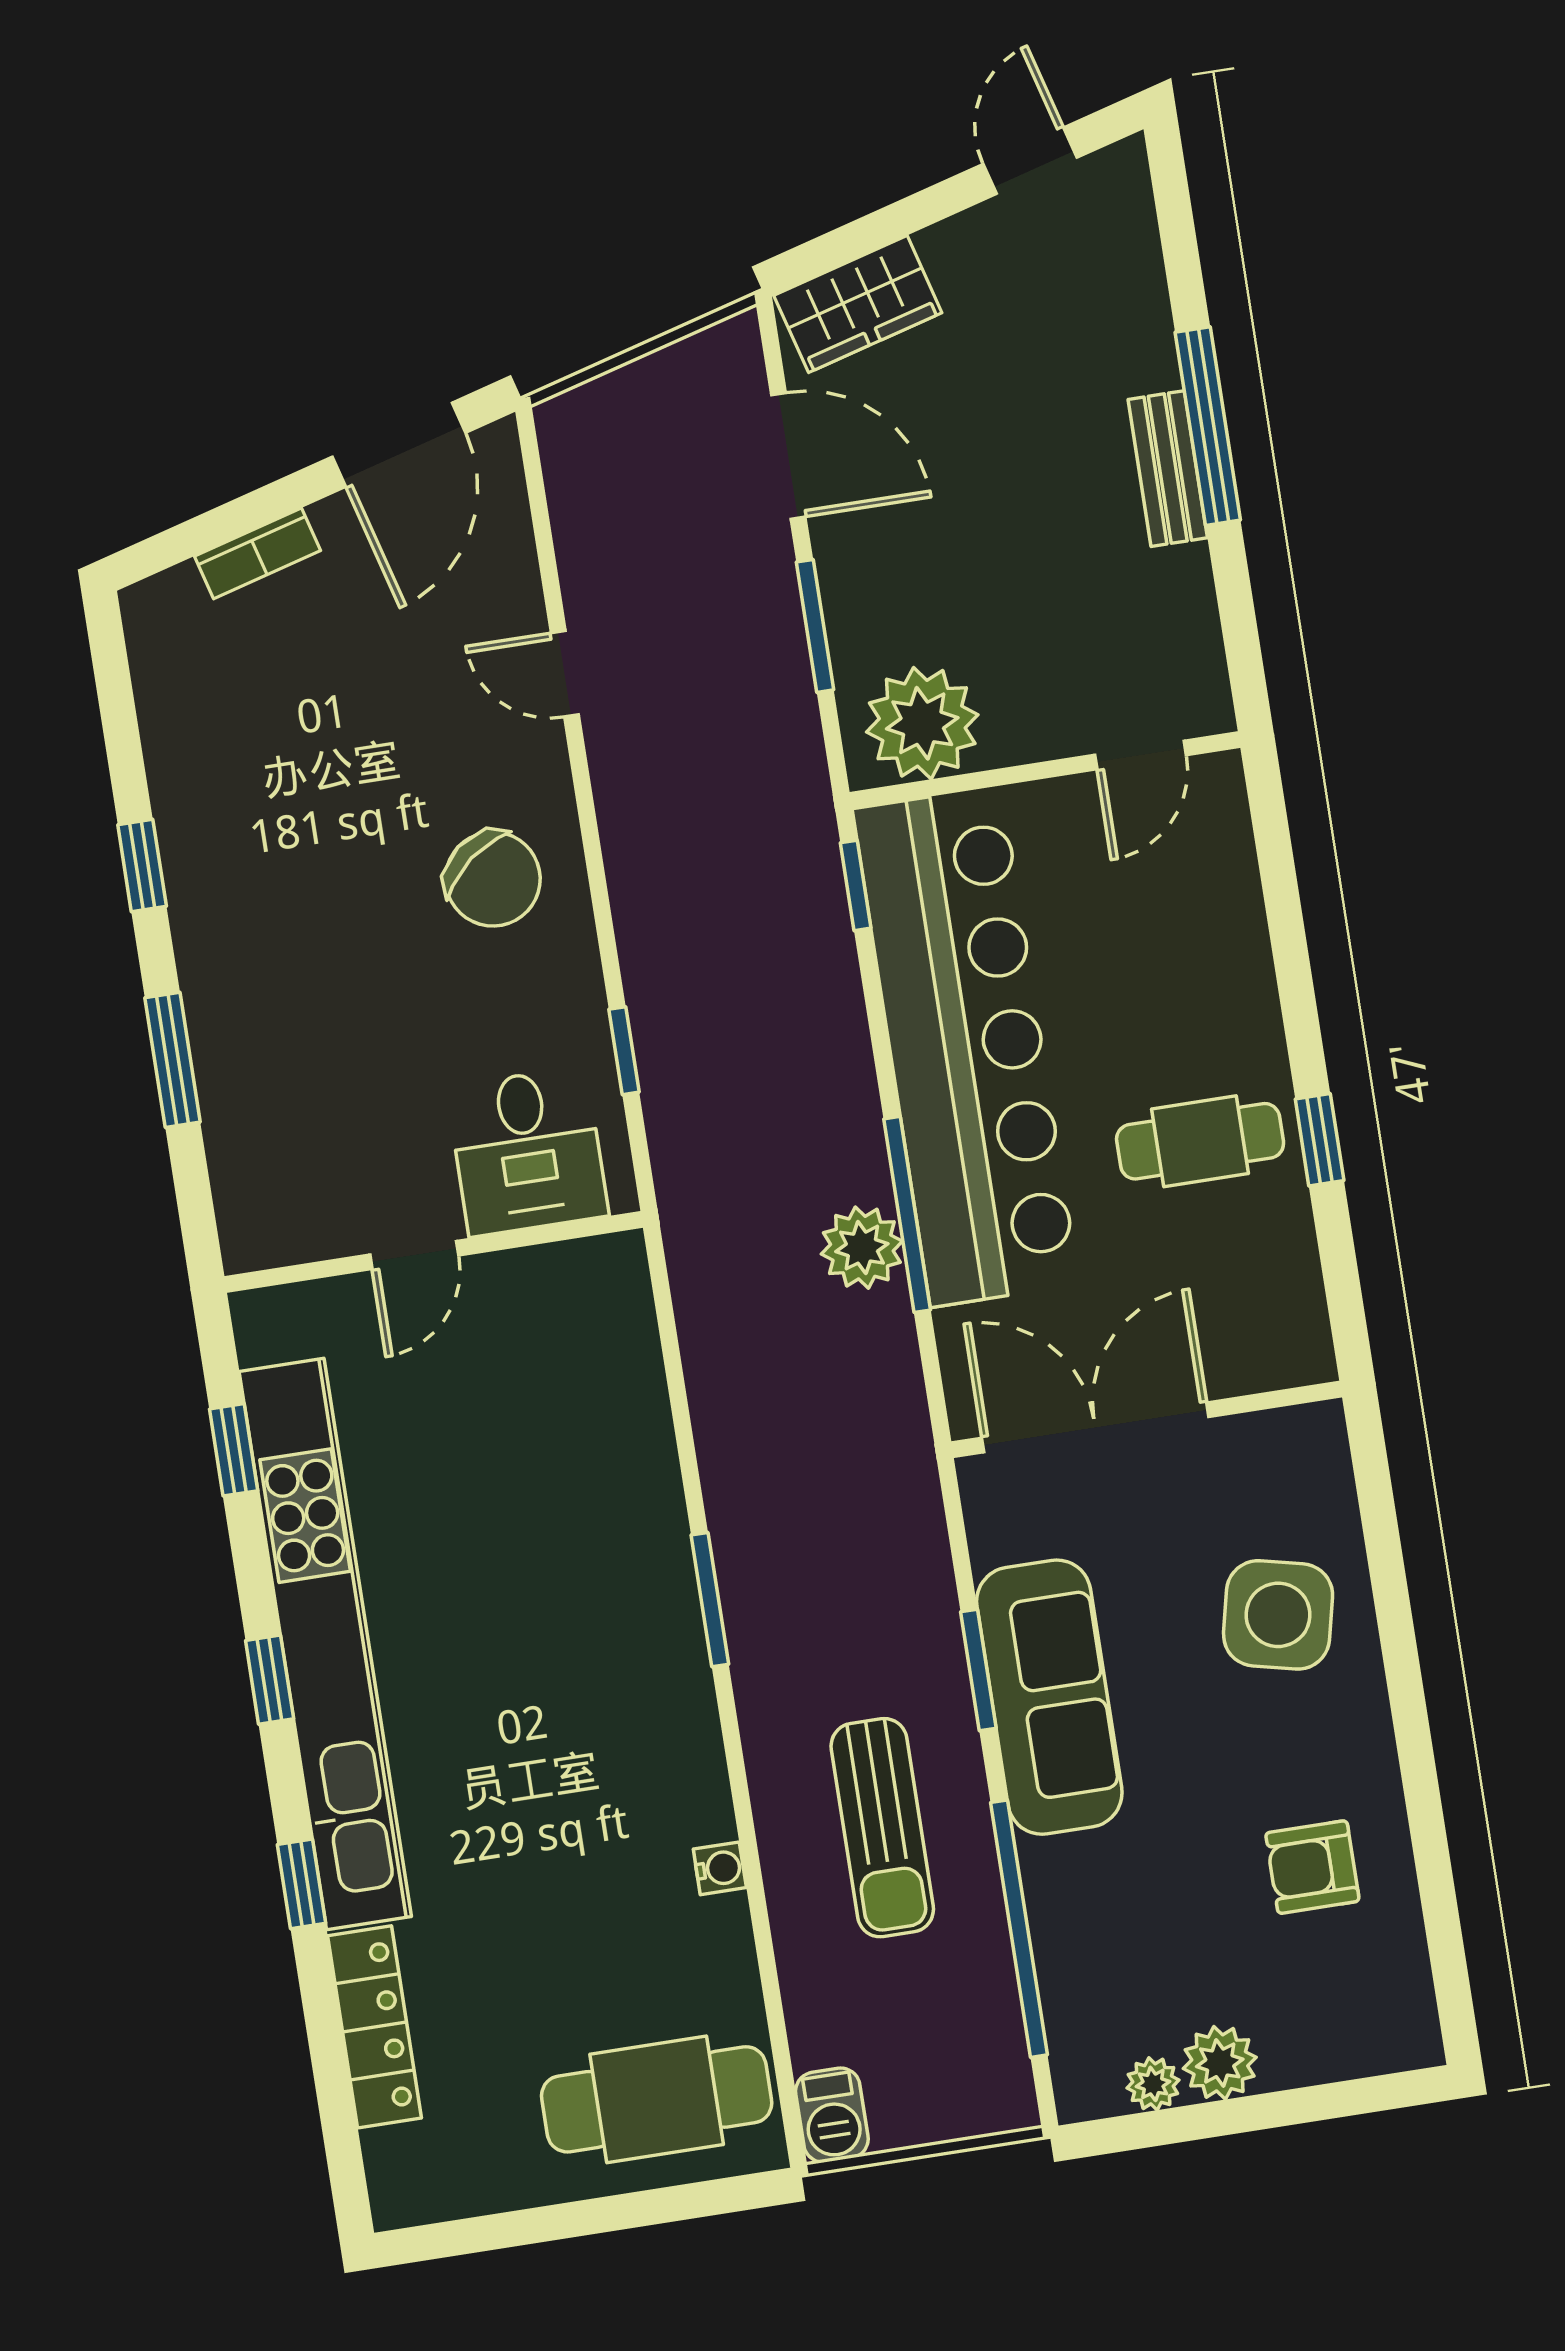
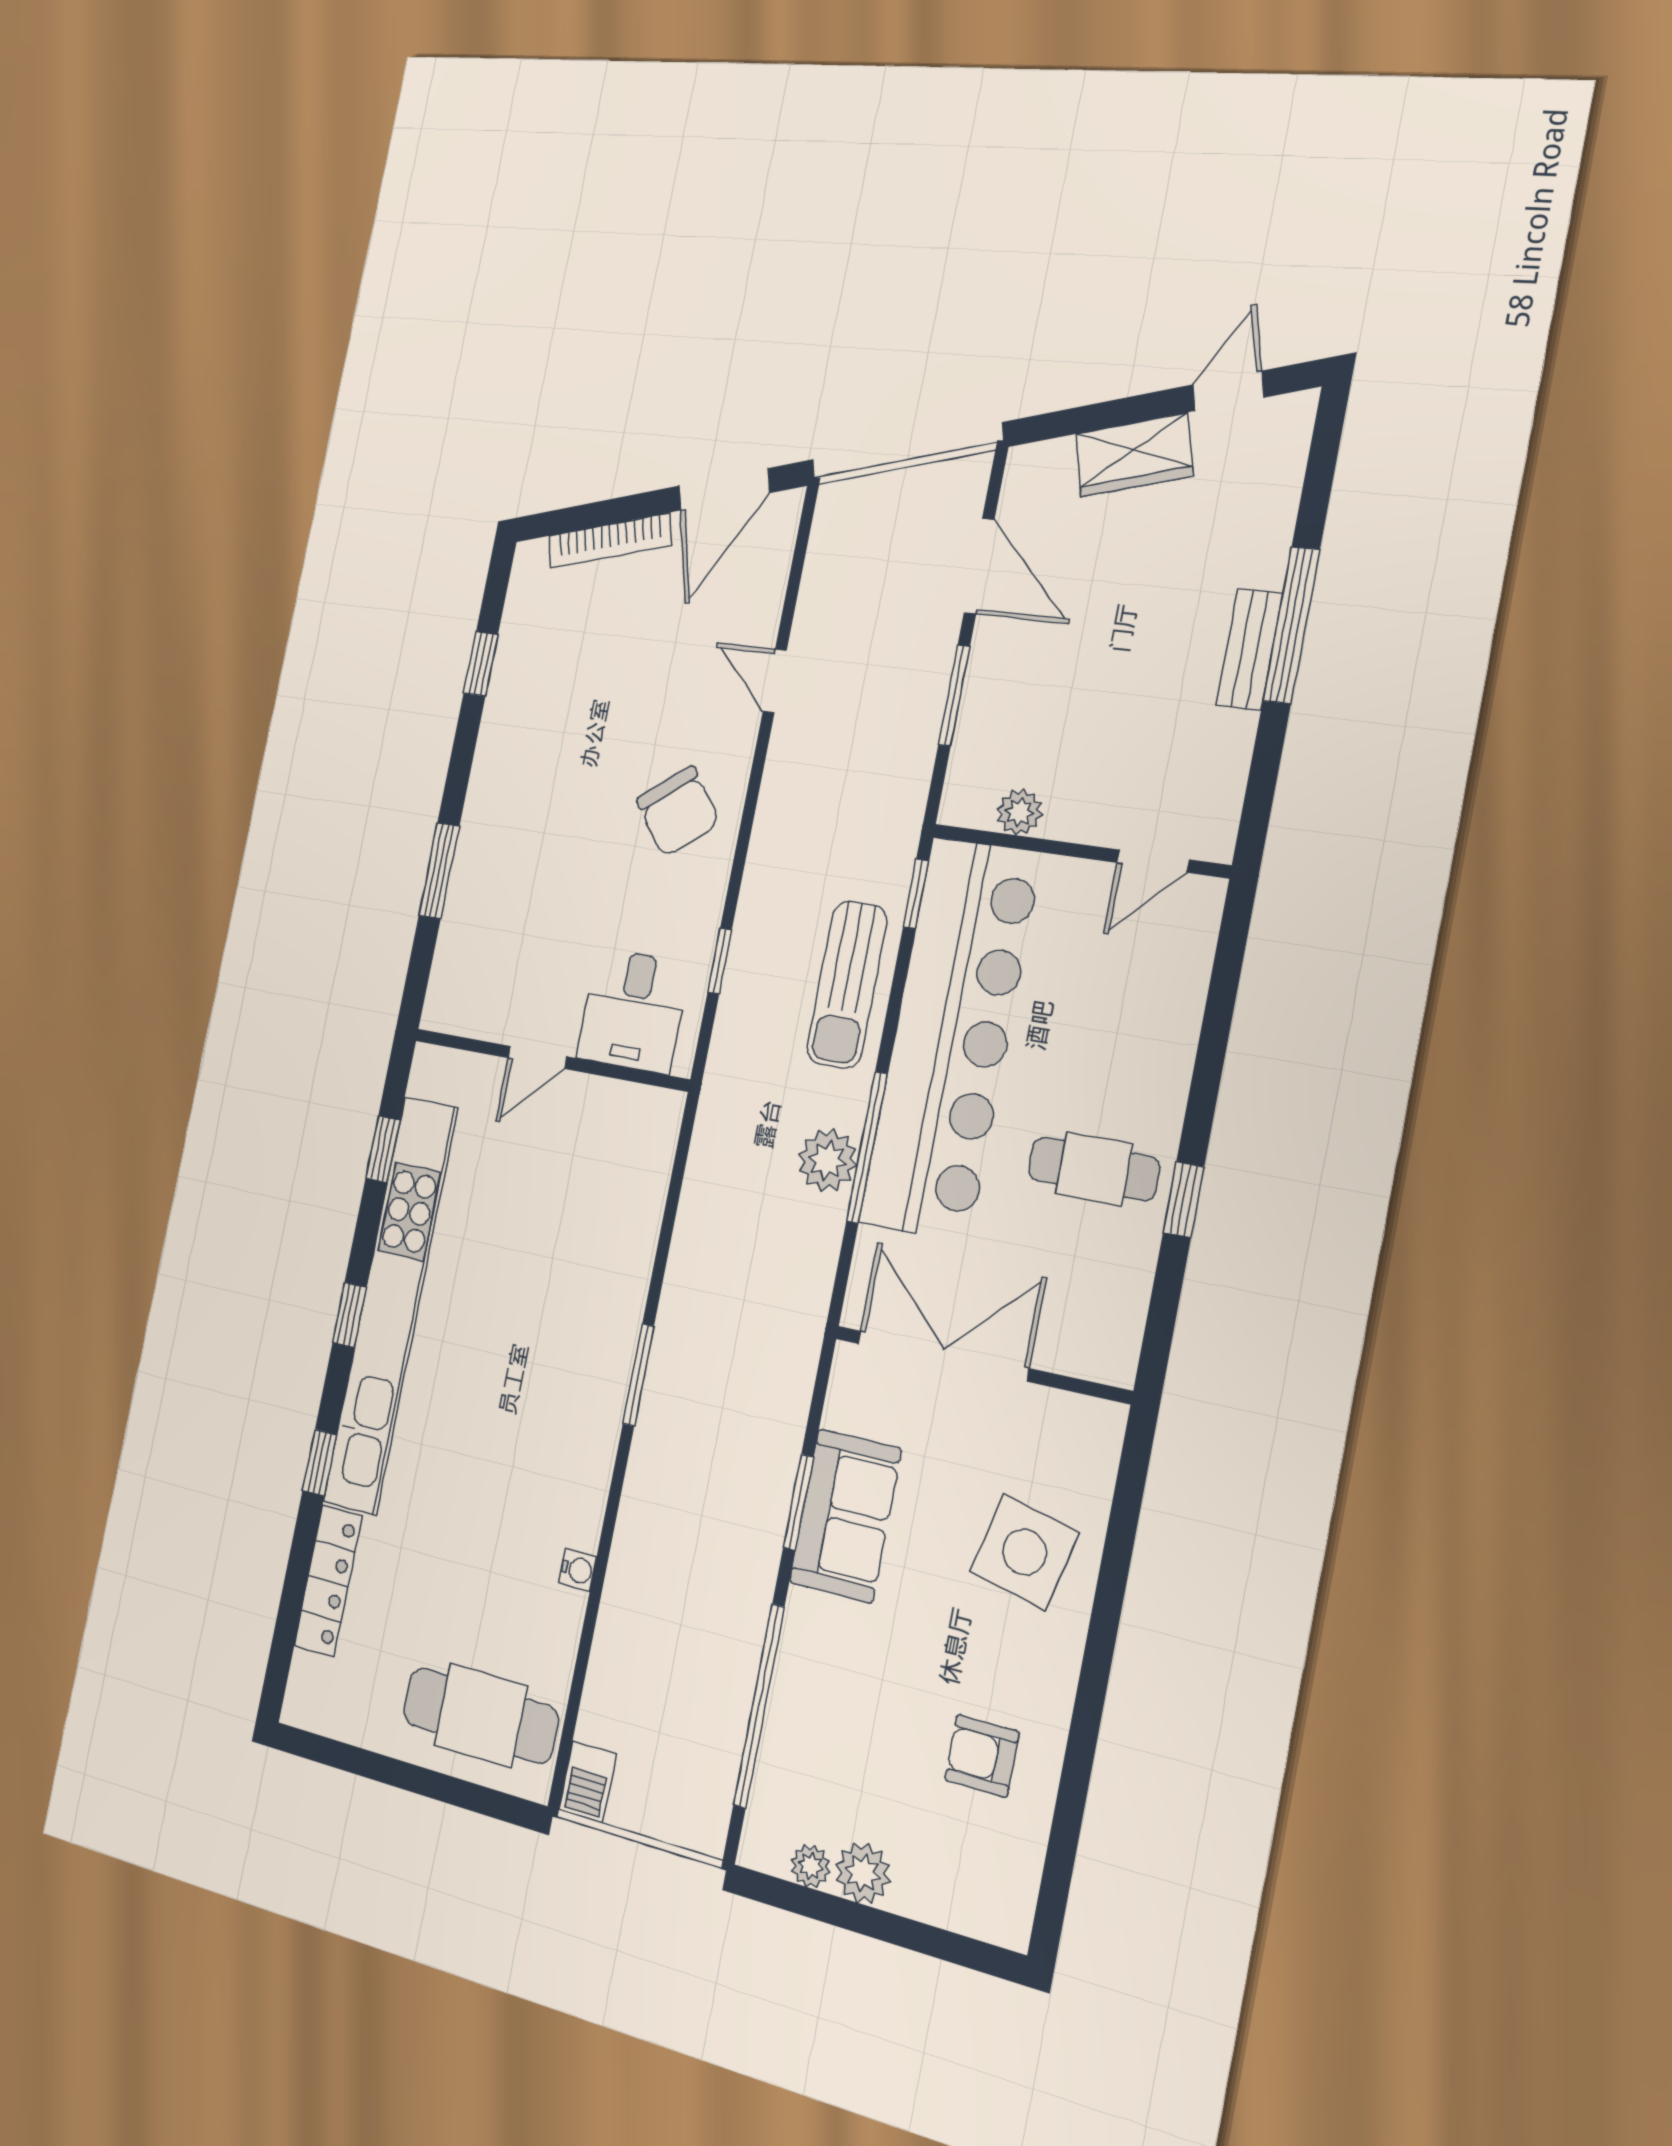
wardrobe: (858, 304) -> (1134, 455), moved
bookcase: (257, 553) -> (610, 541), width x1.56
plant: (922, 723) -> (1019, 812), width x0.53, depth x0.53
window: (142, 865) -> (481, 664), moved
sofa: (1049, 1697) -> (845, 1516), width x0.73
sun lounger: (882, 1828) -> (847, 985), moved

